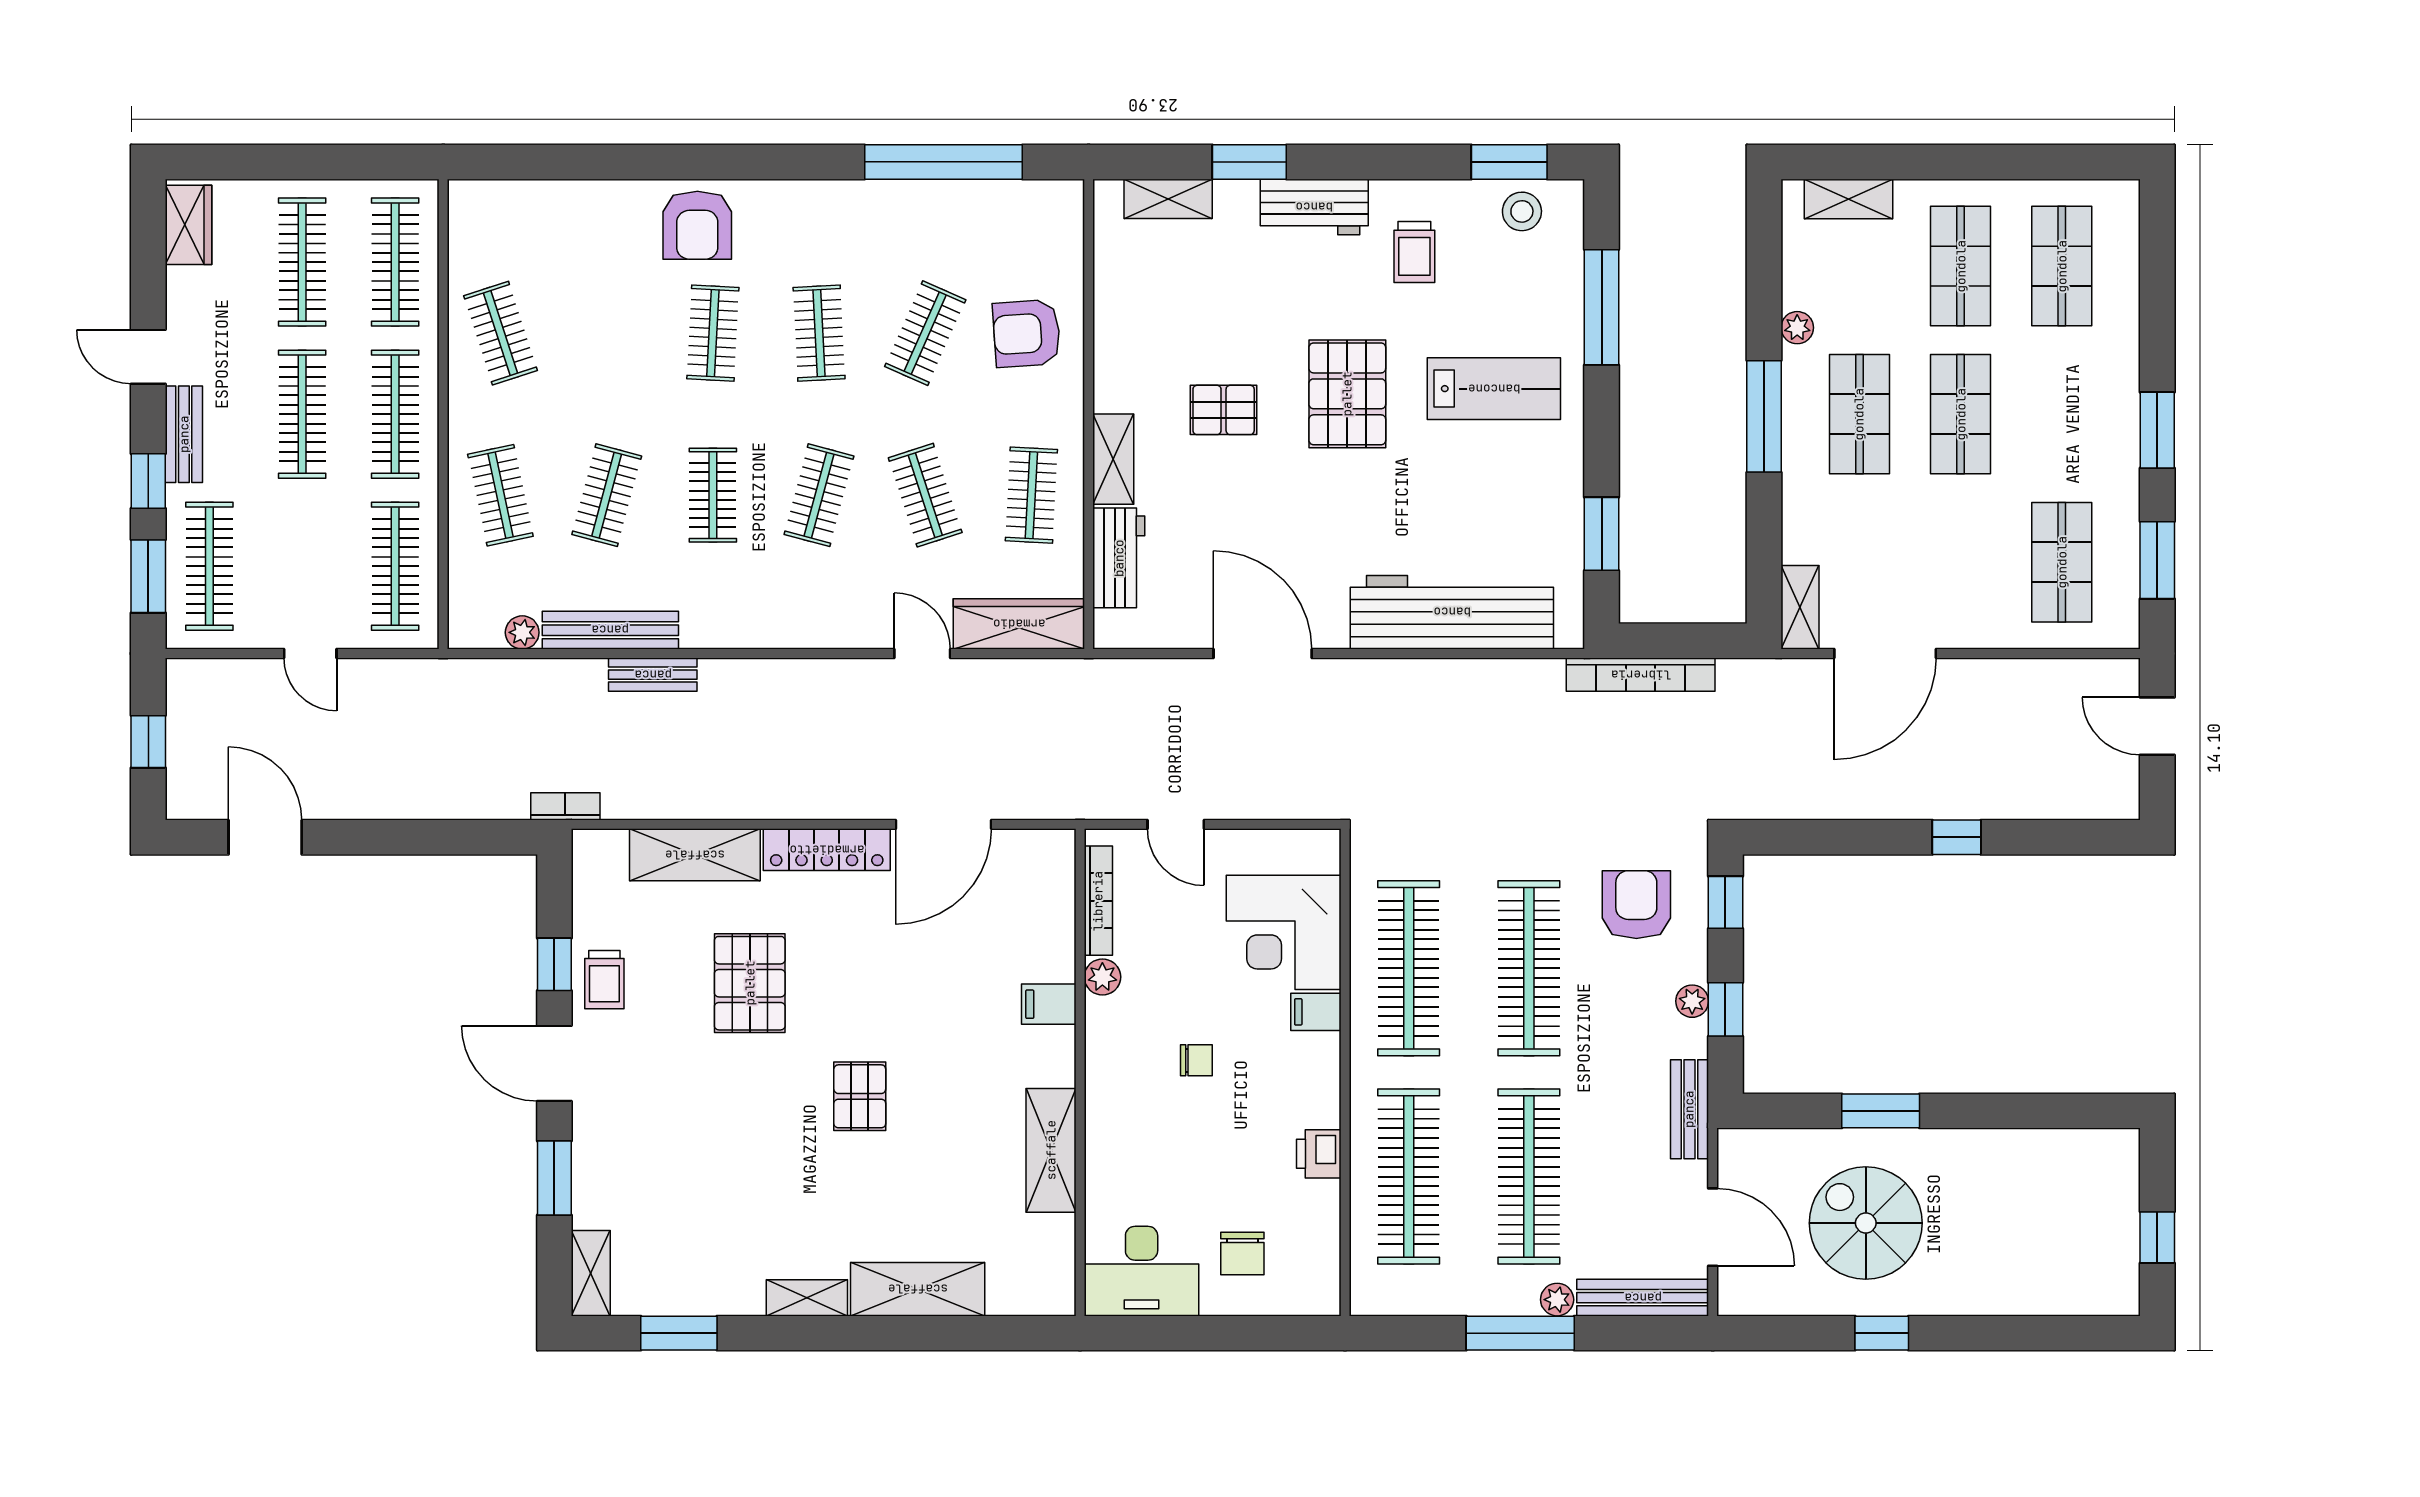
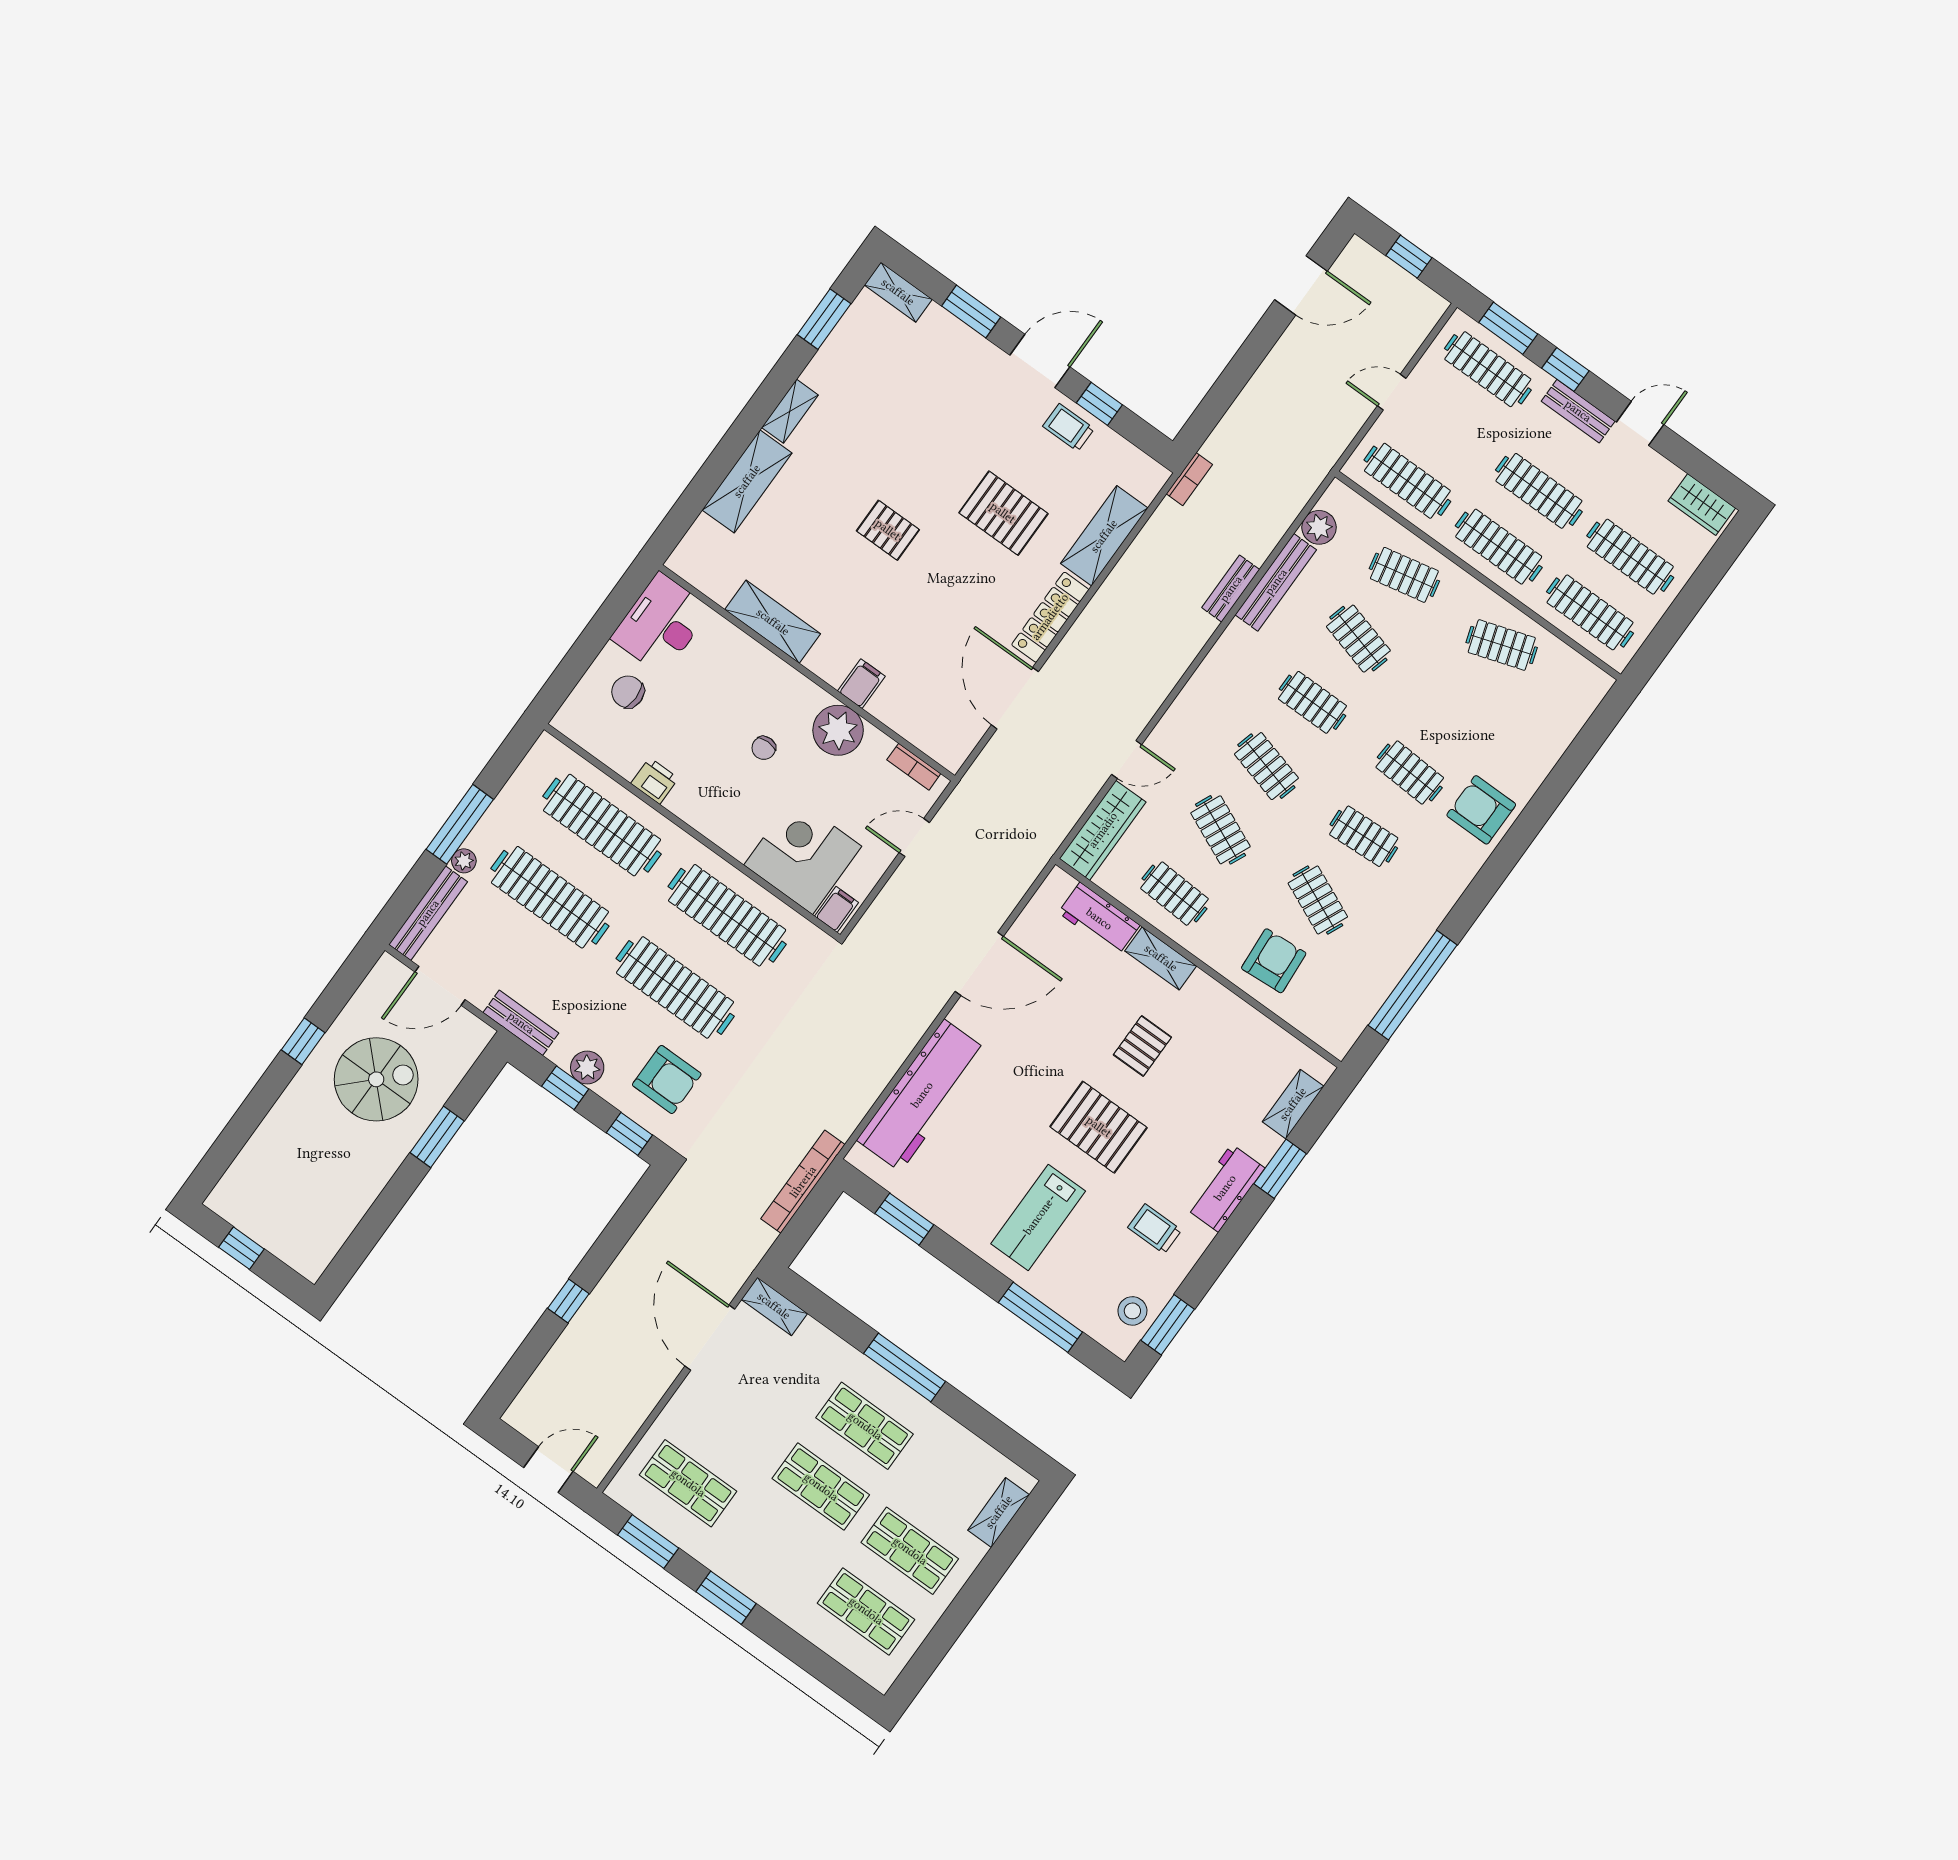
plant: (1797, 328) -> (943, 1426), removed
clothes rail: (925, 495) -> (1220, 830), turned 42
plant: (522, 632) -> (1319, 527), width x1.38, depth x1.38
bookcase: (1098, 901) -> (914, 767), width x0.64
plant: (1102, 977) -> (838, 730), width x1.87, depth x1.87
plant: (1692, 1001) -> (587, 1068), width x1.38, depth x1.38
filing cabinet: (1316, 1012) -> (836, 909), moved

